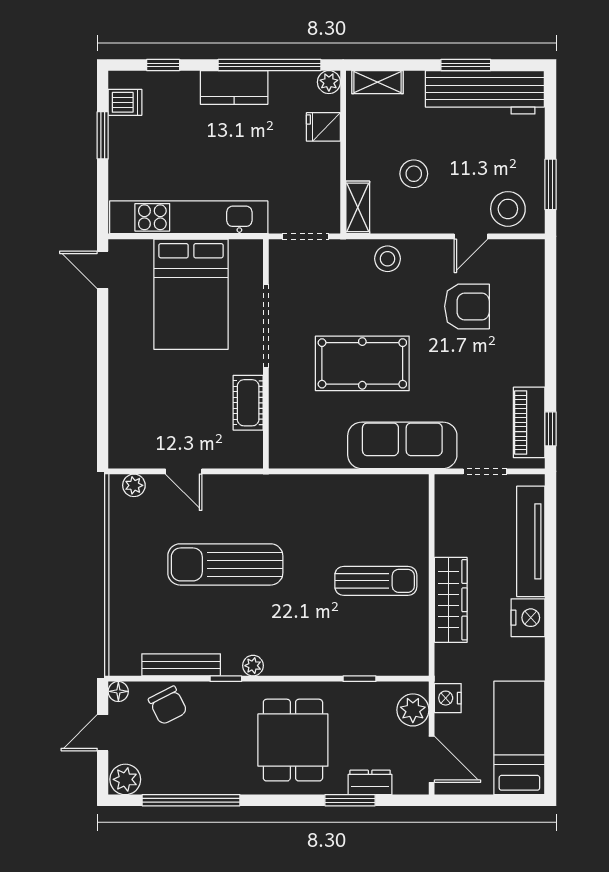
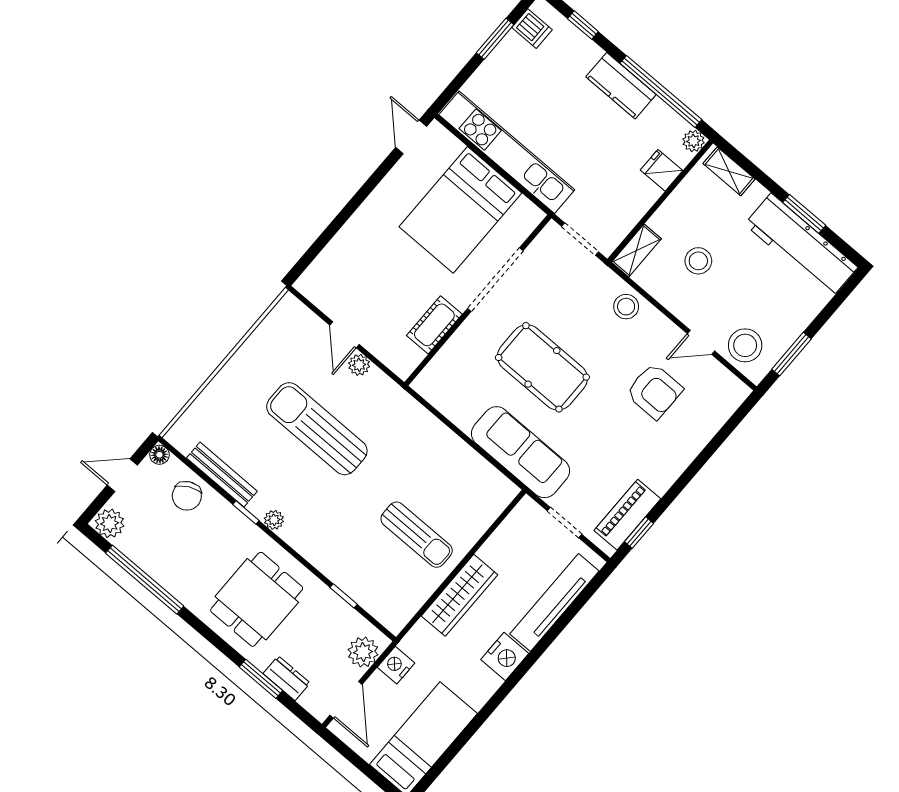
plant: (134, 485) -> (359, 365), moved

